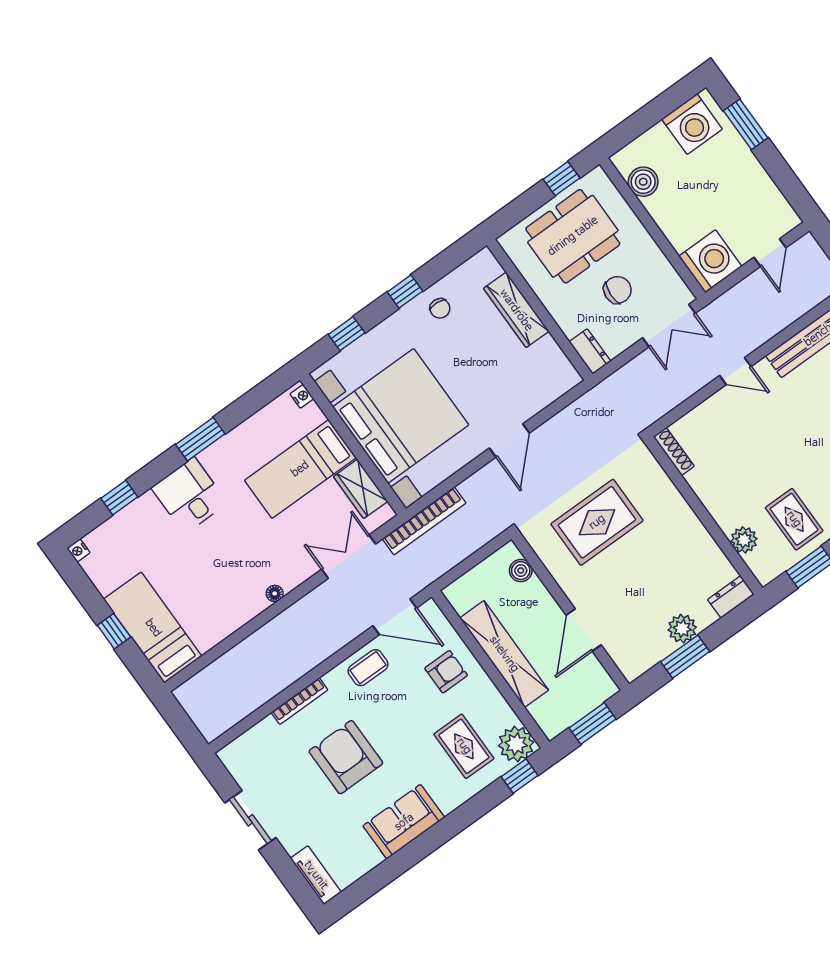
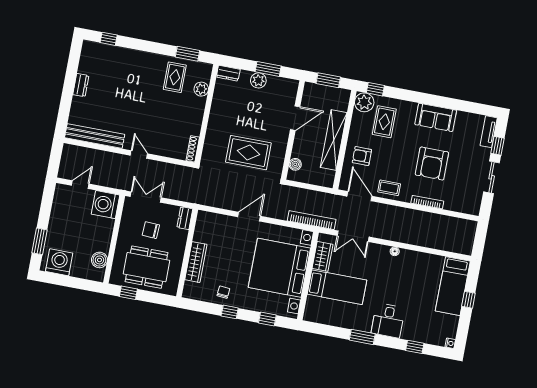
nightstand: (302, 396) -> (308, 313), removed
window: (285, 869) -> (497, 146), added

